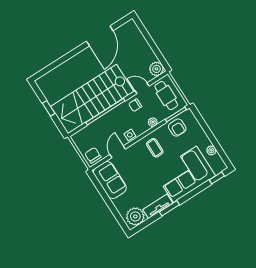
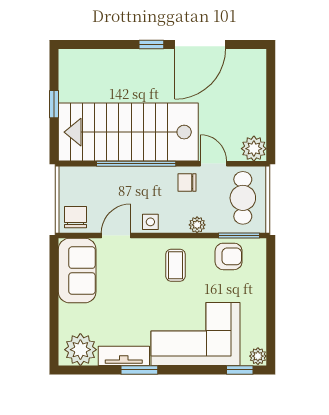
window: (77, 51) -> (151, 45), added
armchair: (177, 128) -> (229, 256), turned -90
plant: (211, 150) -> (258, 356), moved

